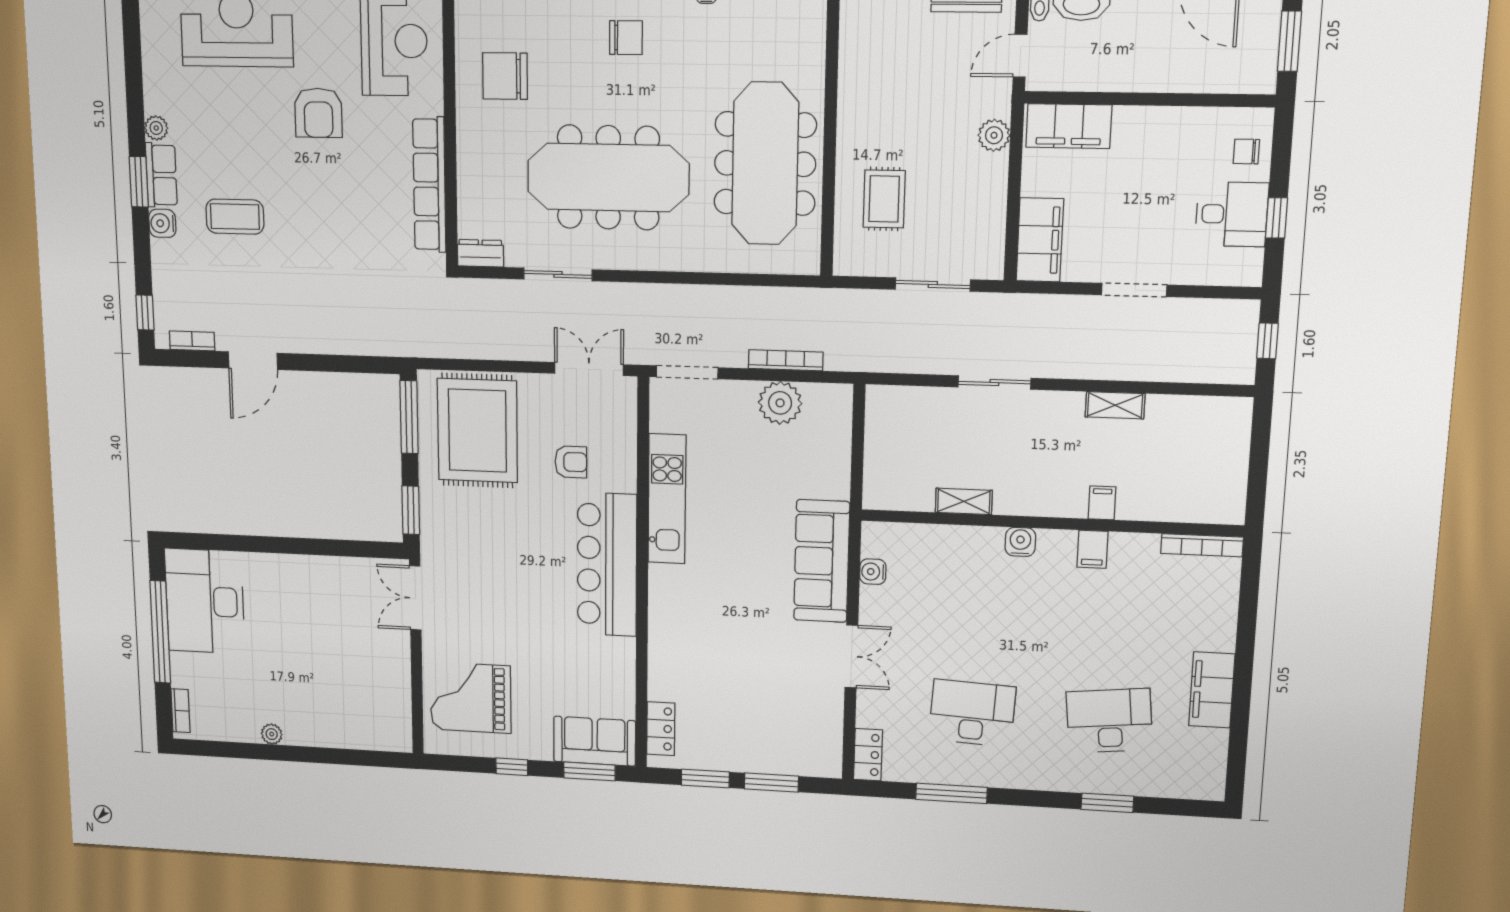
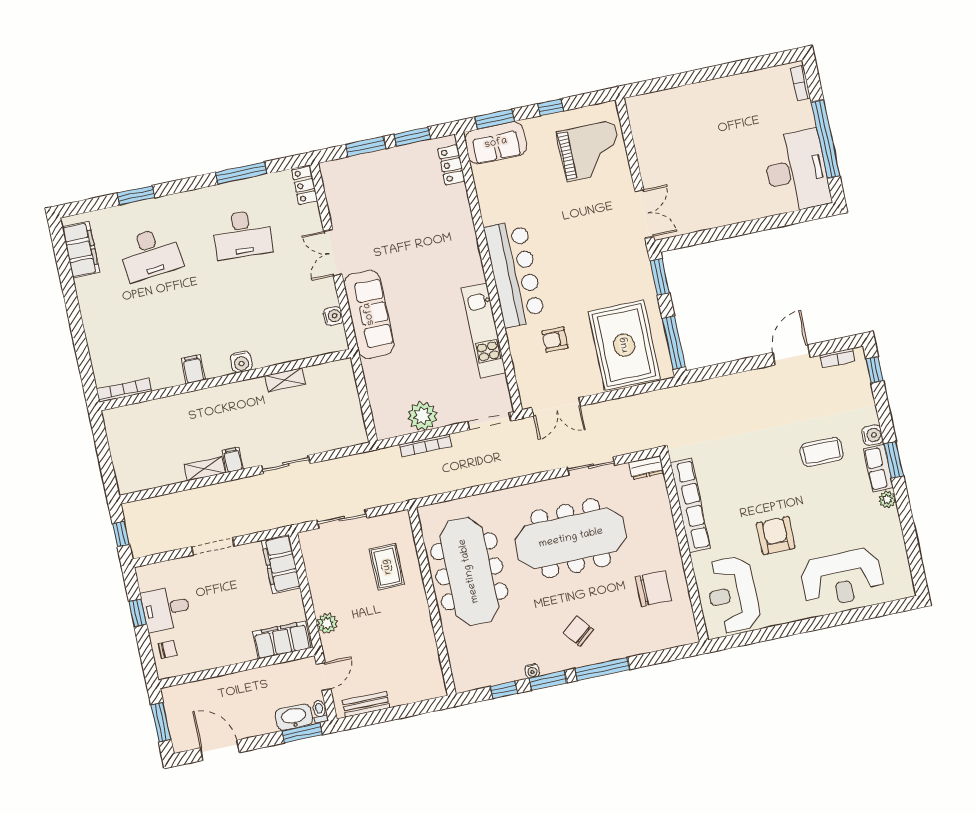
chair: (626, 38) -> (578, 631), turned 51
filing cabinet: (1102, 503) -> (233, 460), moved, turned 180
filing cabinet: (1212, 690) -> (81, 250), moved
plant: (272, 734) -> (730, 84), removed

